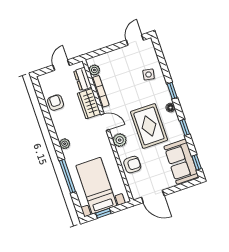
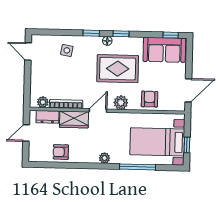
door: (61, 65) -> (26, 133), hinge flipped
window: (185, 127) -> (121, 34), moved

